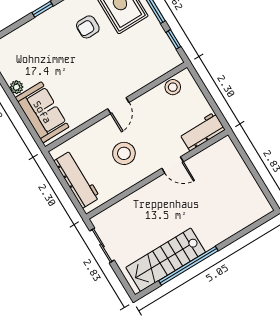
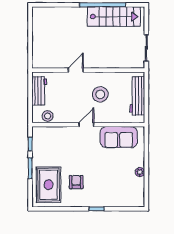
armchair: (88, 27) -> (76, 182), turned -90
sofa: (42, 112) -> (119, 137), moved, turned -90
workbench: (202, 131) -> (39, 91), moved, turned -90
door: (173, 165) -> (76, 70), hinge flipped

